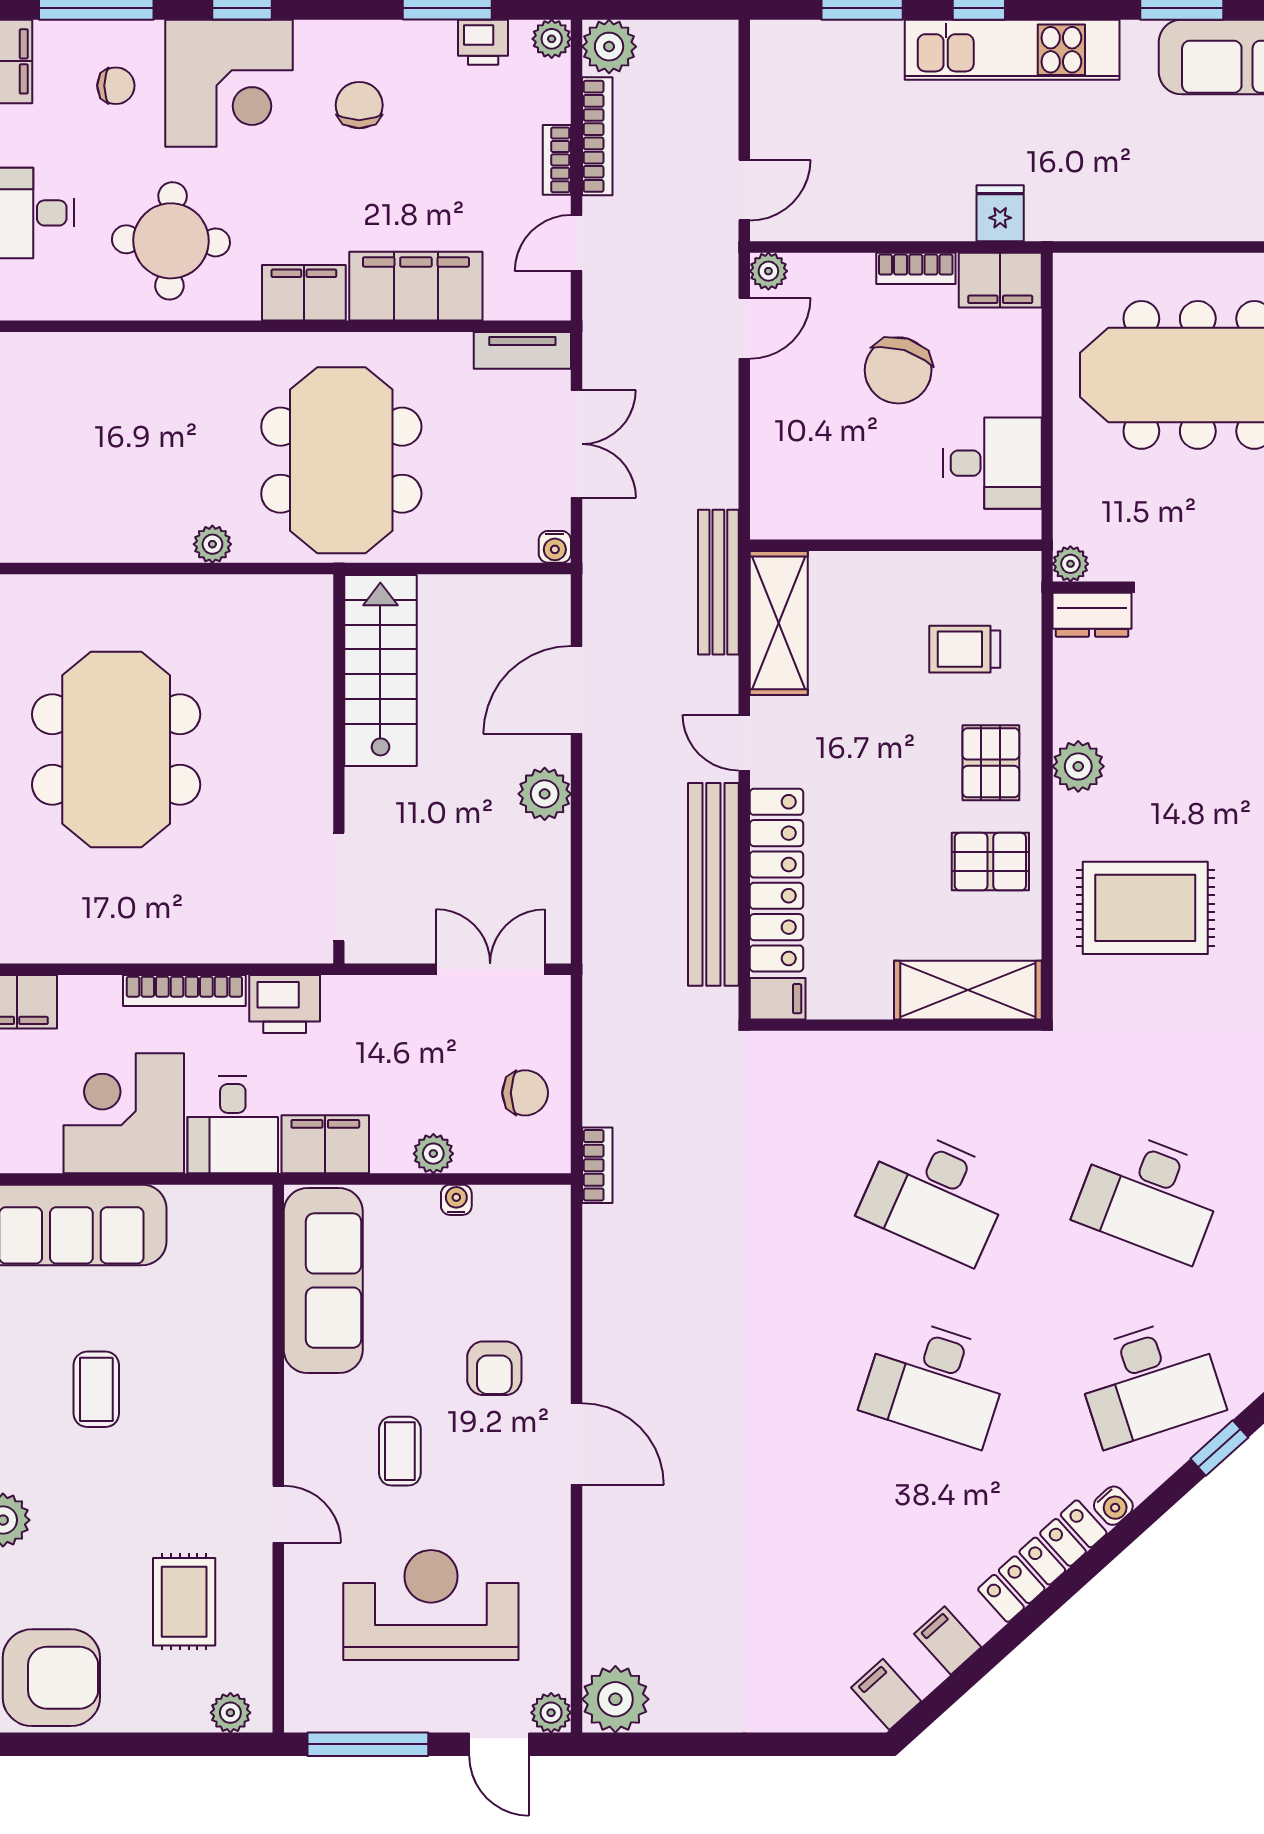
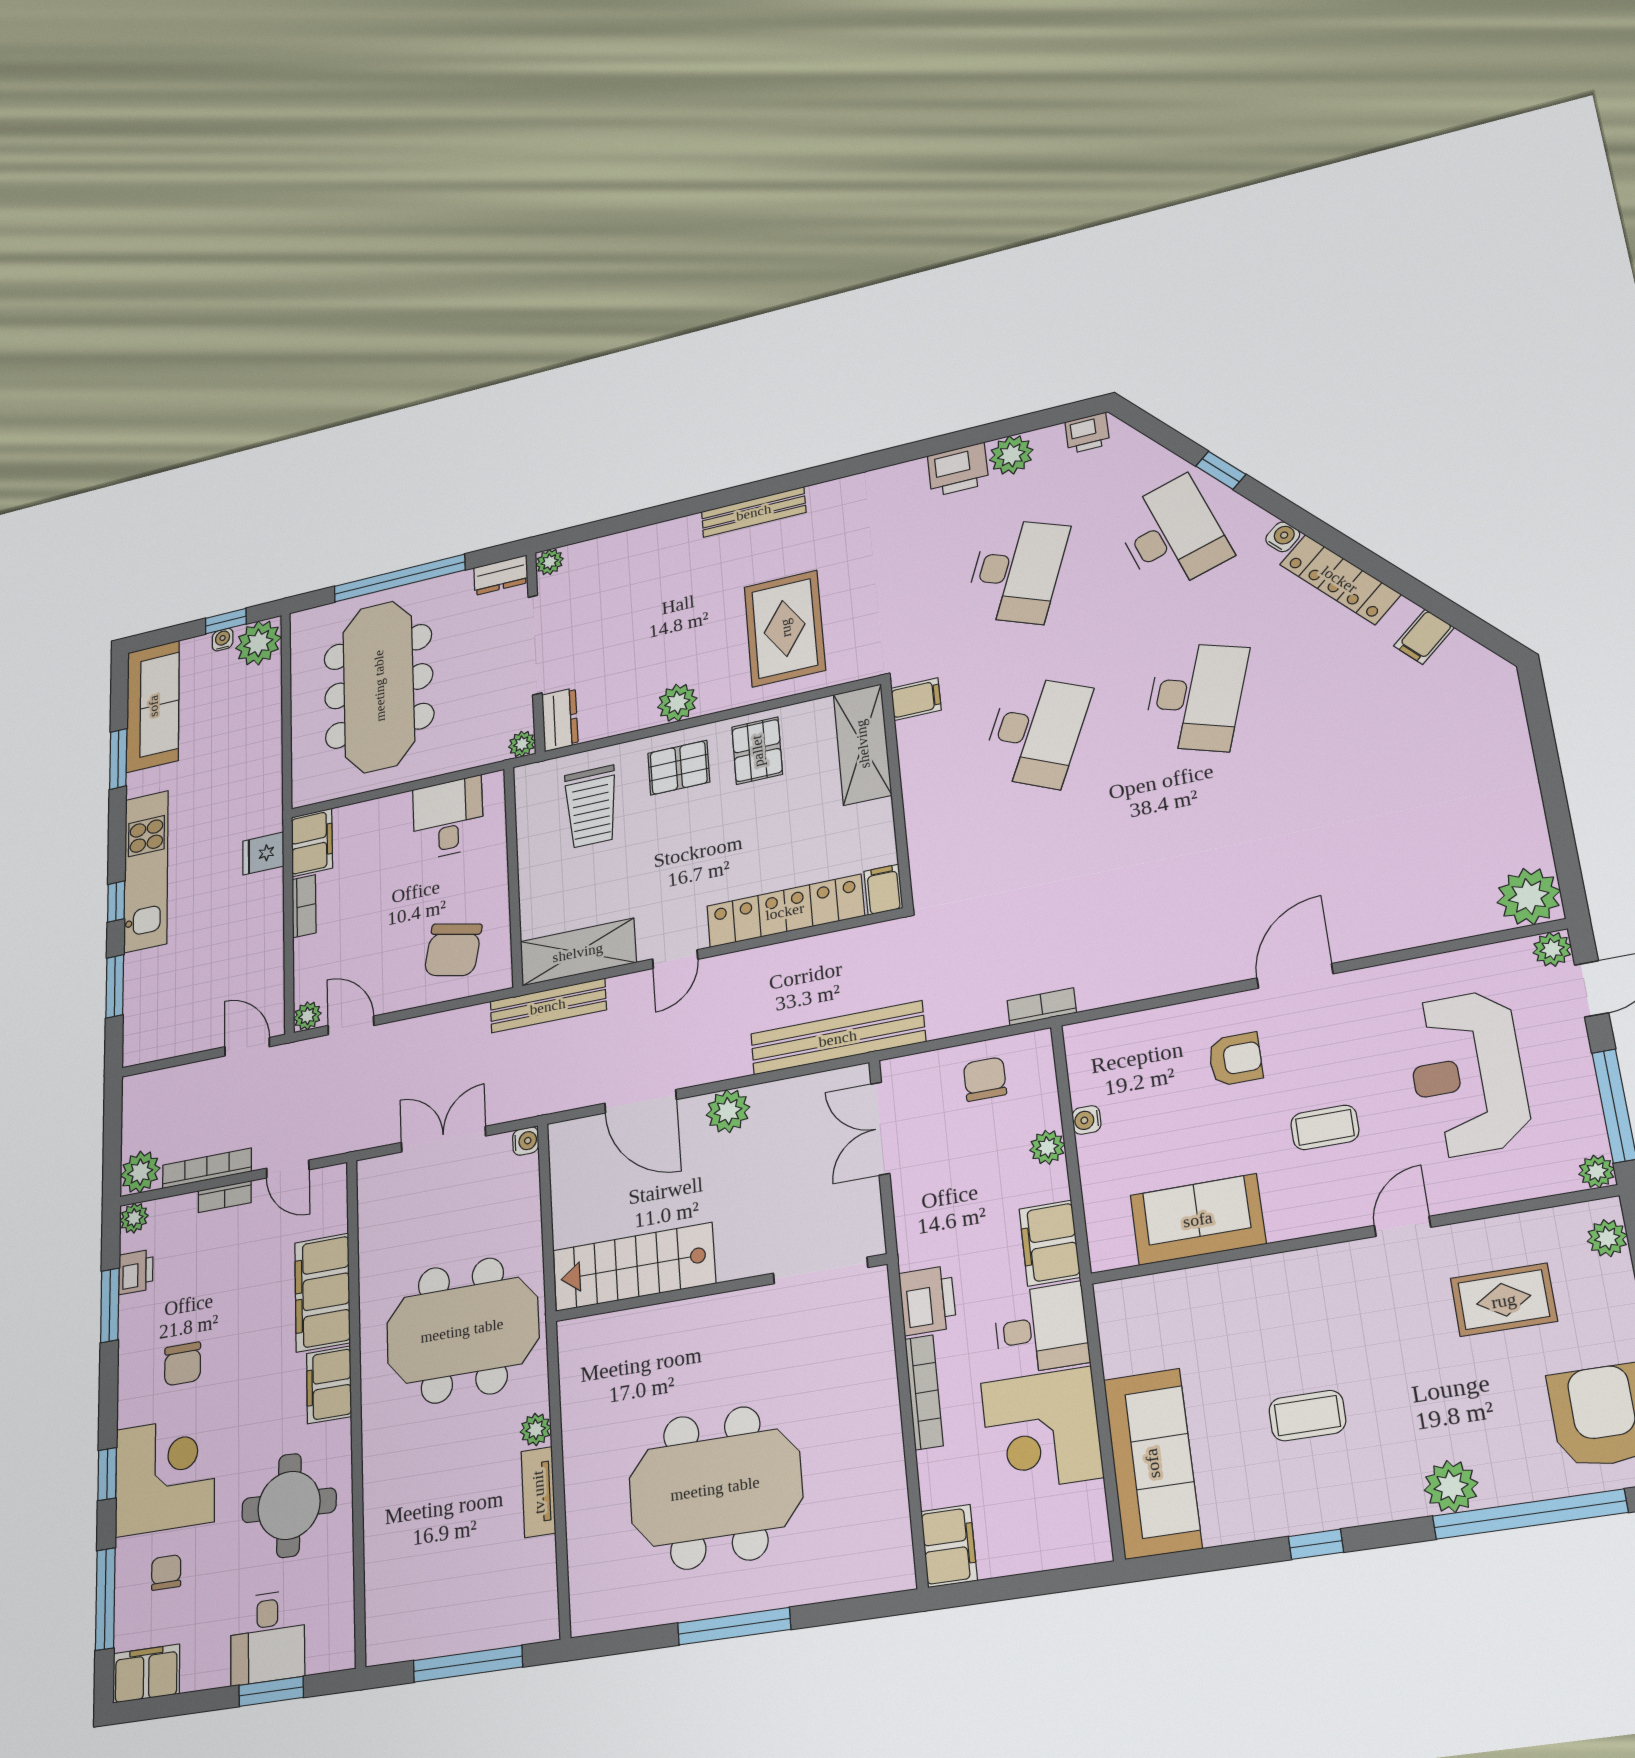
chair: (359, 105) -> (183, 1364), turned -90
tv unit: (522, 350) -> (538, 1492), moved, turned 180
chair: (898, 370) -> (453, 950), moved, turned 85
trolley: (965, 649) -> (591, 807), width x1.36, depth x1.39
bench: (713, 884) -> (838, 1038), moved
sofa: (323, 1281) -> (1198, 1219), width x0.73
filing cabinet: (886, 1694) -> (916, 699), moved, turned -138
plant: (302, 1715) -> (1597, 1171), added

